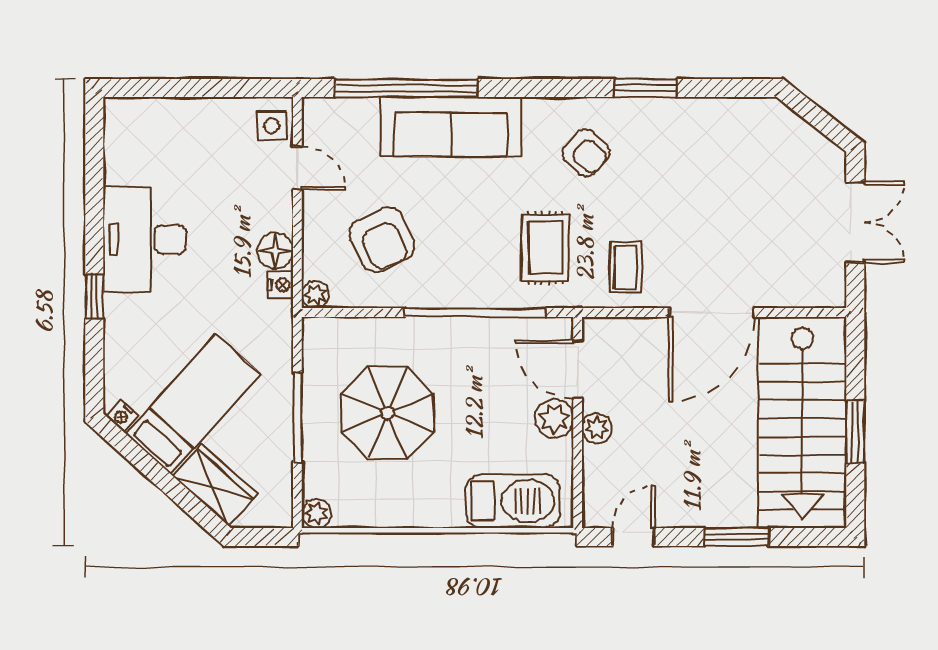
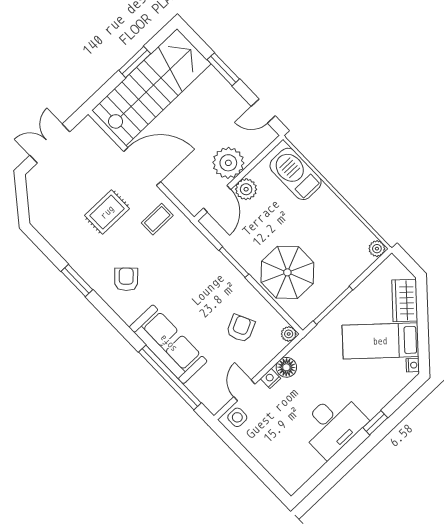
armchair: (382, 240) -> (241, 328), width x0.72, depth x0.72
rug: (546, 248) -> (107, 212), moved
nightstand: (281, 285) -> (270, 378), moved
window: (475, 312) -> (234, 262), width x0.47
parasol: (387, 413) -> (287, 272), moved
window: (297, 418) -> (333, 305), moved
plant: (597, 428) -> (228, 163), width x1.88, depth x1.88

